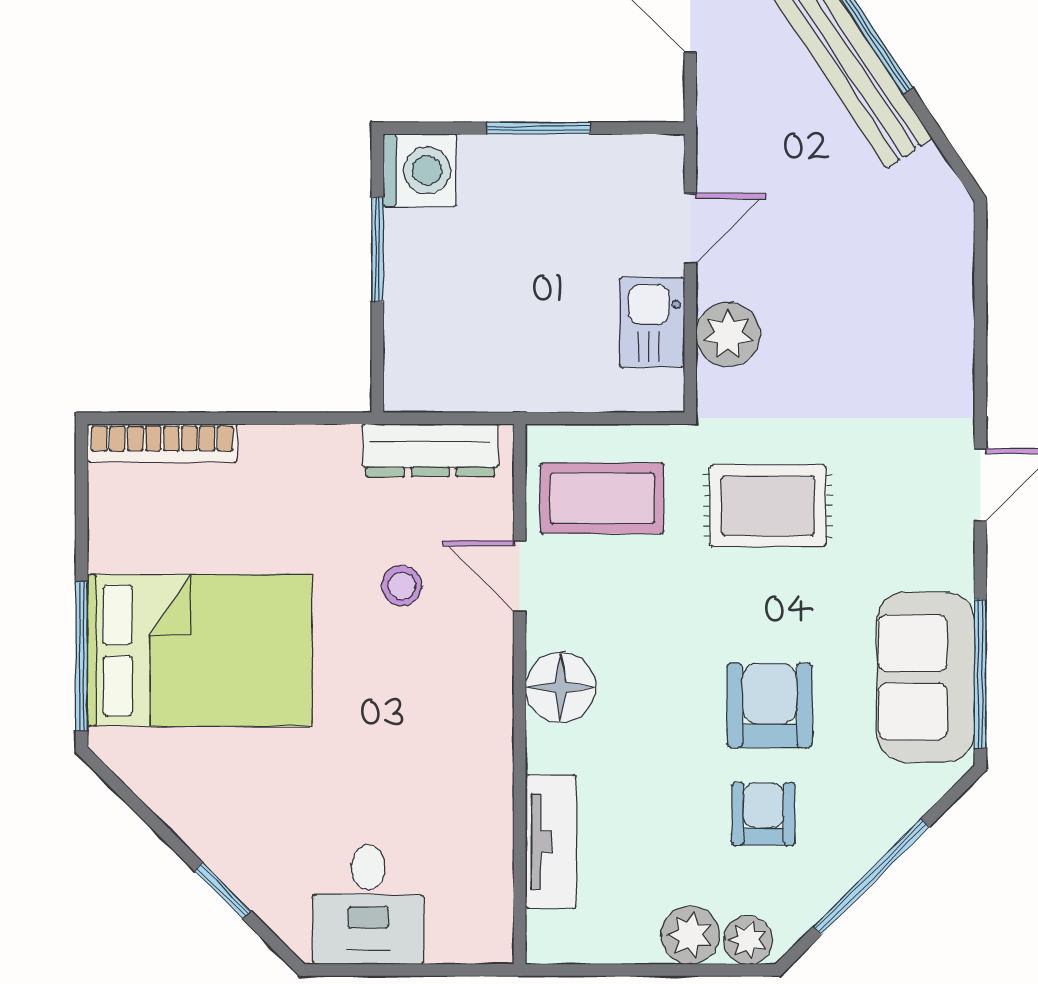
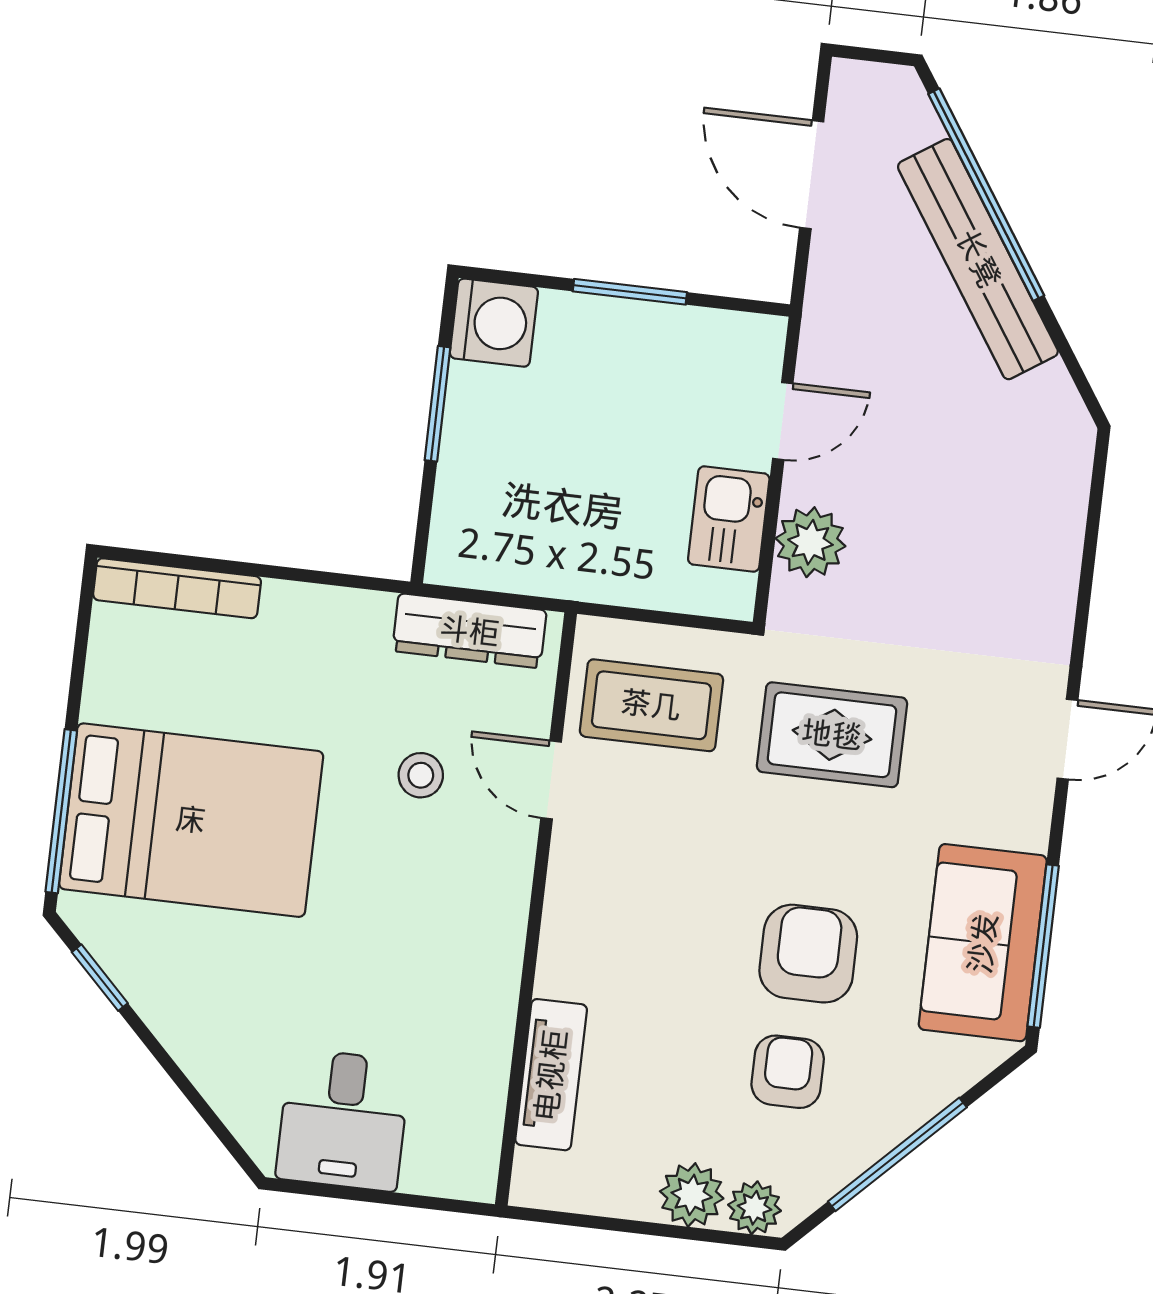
floor lamp: (561, 687) -> (582, 907), removed
window: (223, 891) -> (100, 978), moved

